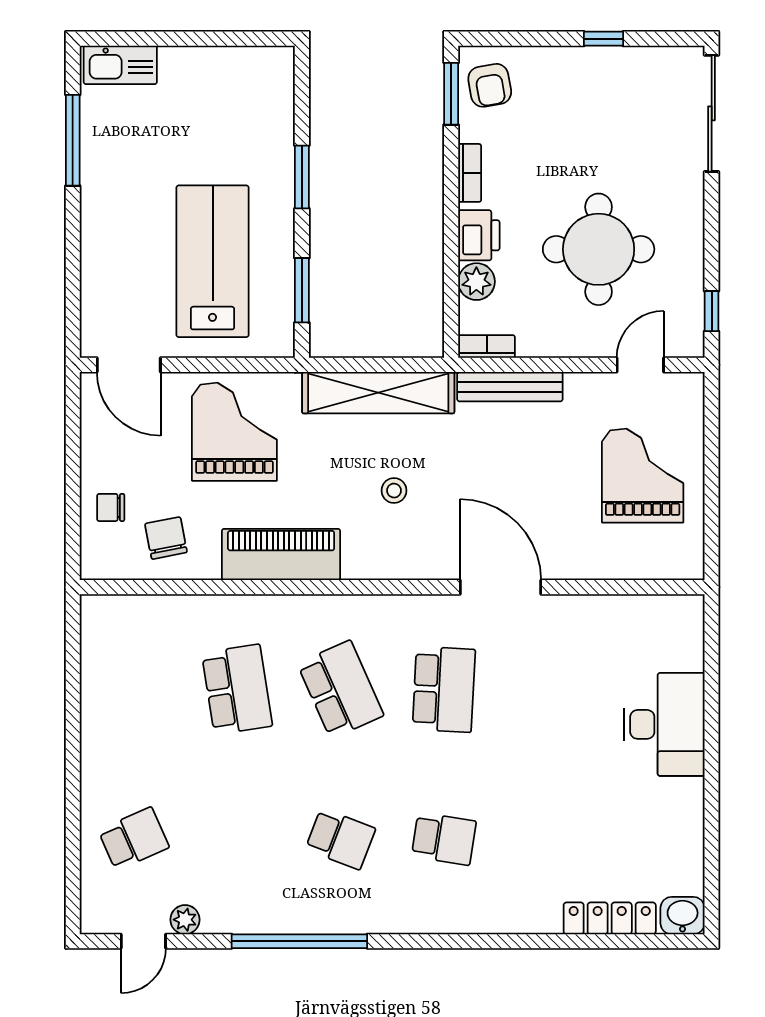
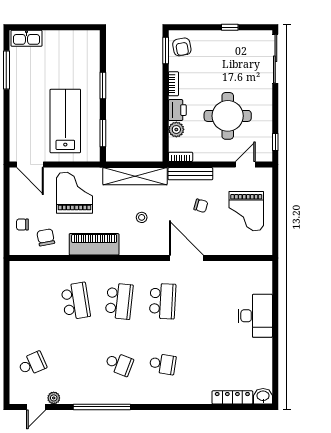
chair: (535, 463) -> (201, 206), added
grand piano: (643, 476) -> (246, 211), turned 180
school desk: (340, 689) -> (119, 301), turned 30

